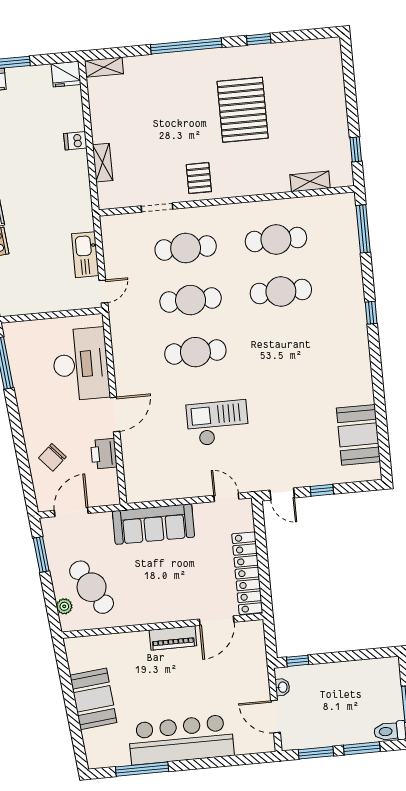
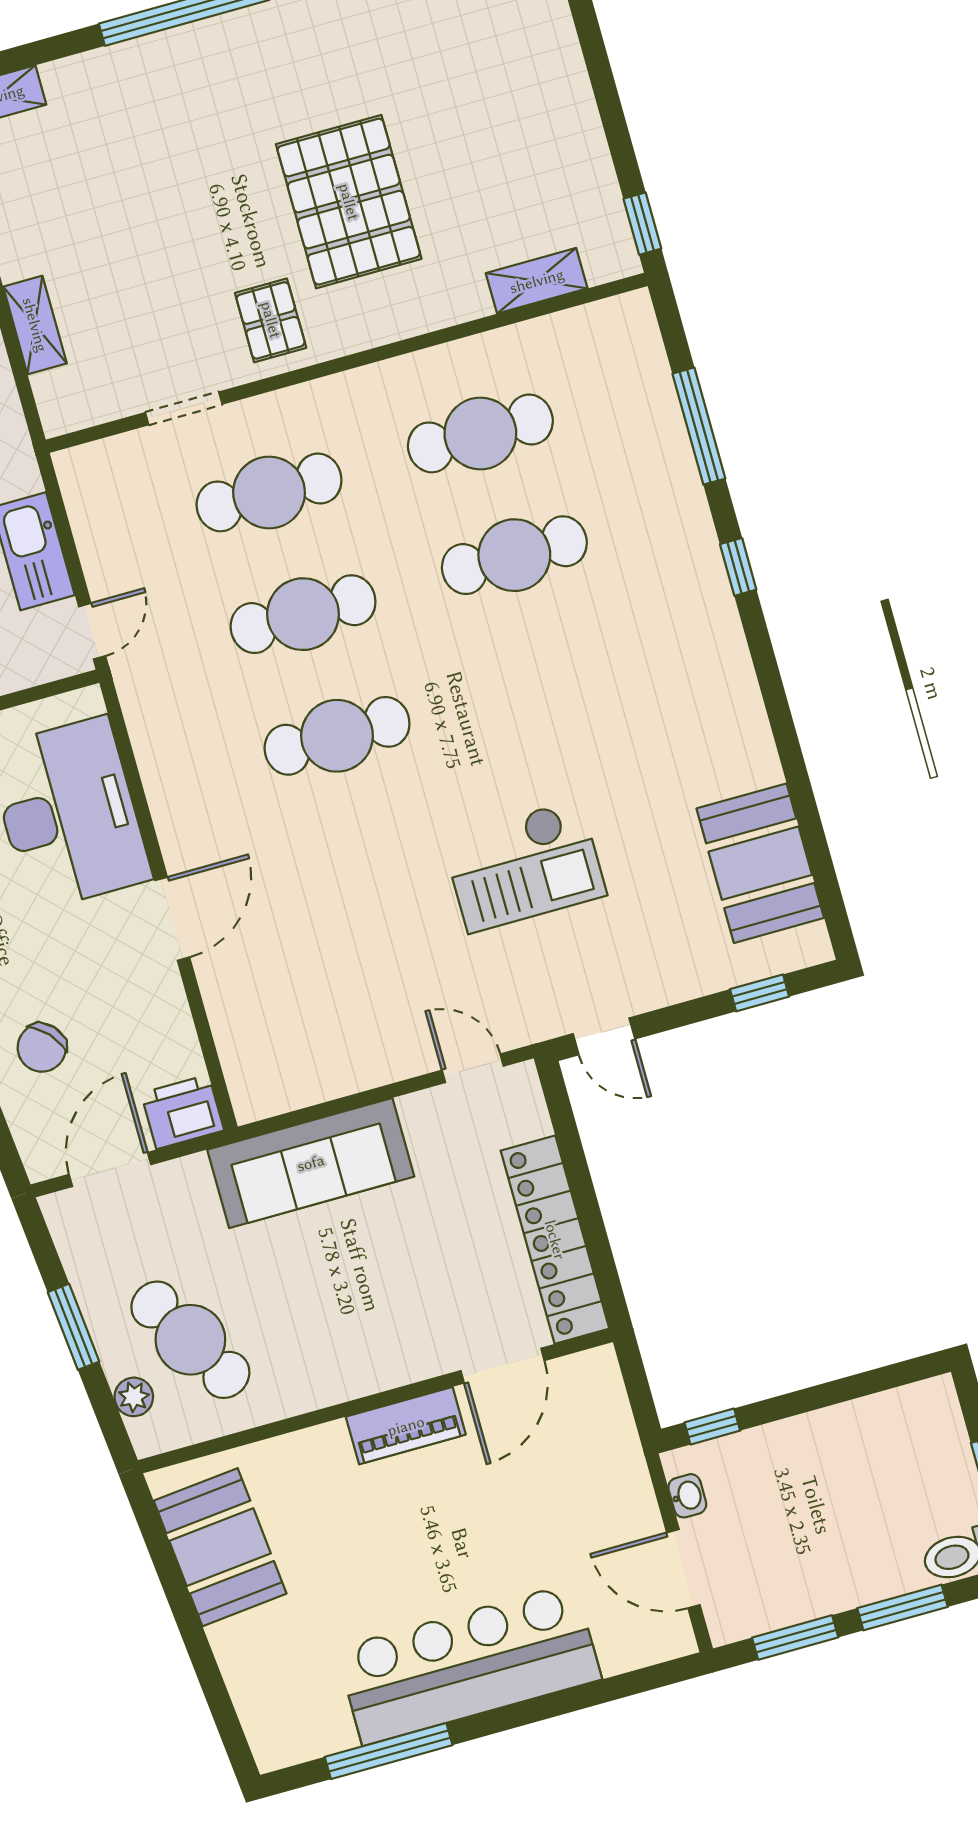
pallet: (243, 110) -> (349, 202), moved
window: (356, 149) -> (642, 224), moved
window: (363, 229) -> (699, 426), moved
checkout: (218, 423) -> (524, 866), moved, turned 180
printer: (104, 454) -> (182, 1112), moved, turned 90
window: (322, 490) -> (760, 993), moved
window: (41, 555) -> (74, 1327), moved
booth: (93, 699) -> (220, 1547), moved

